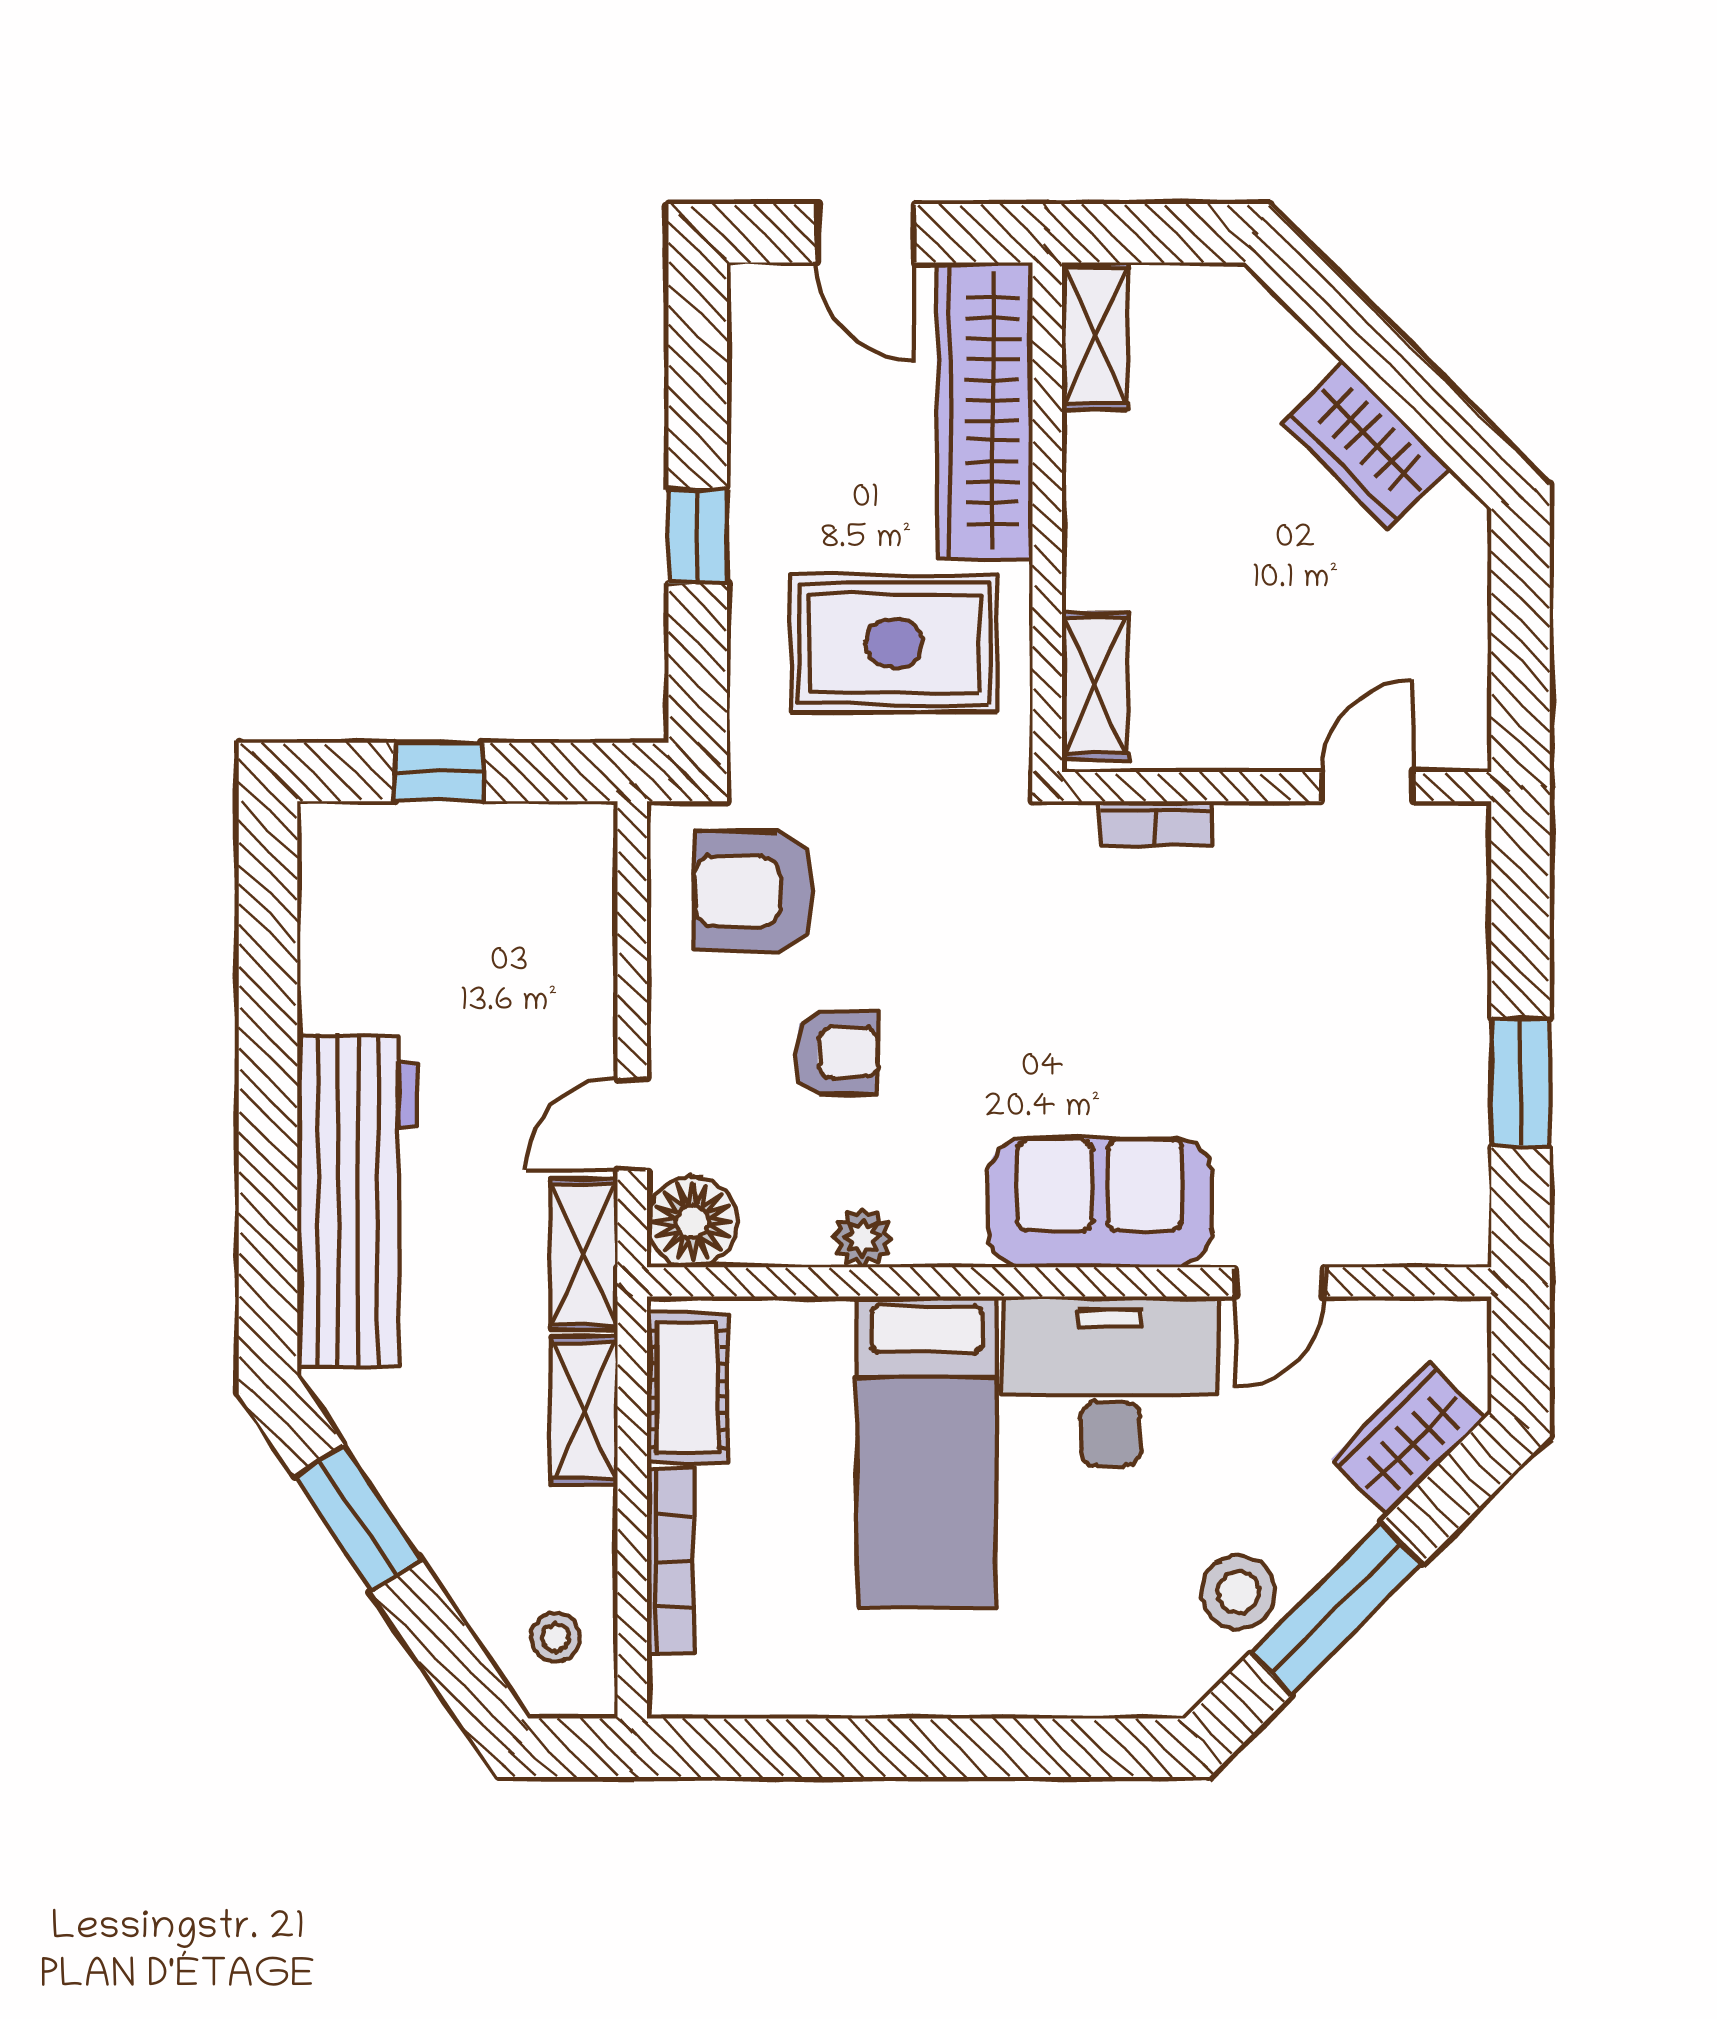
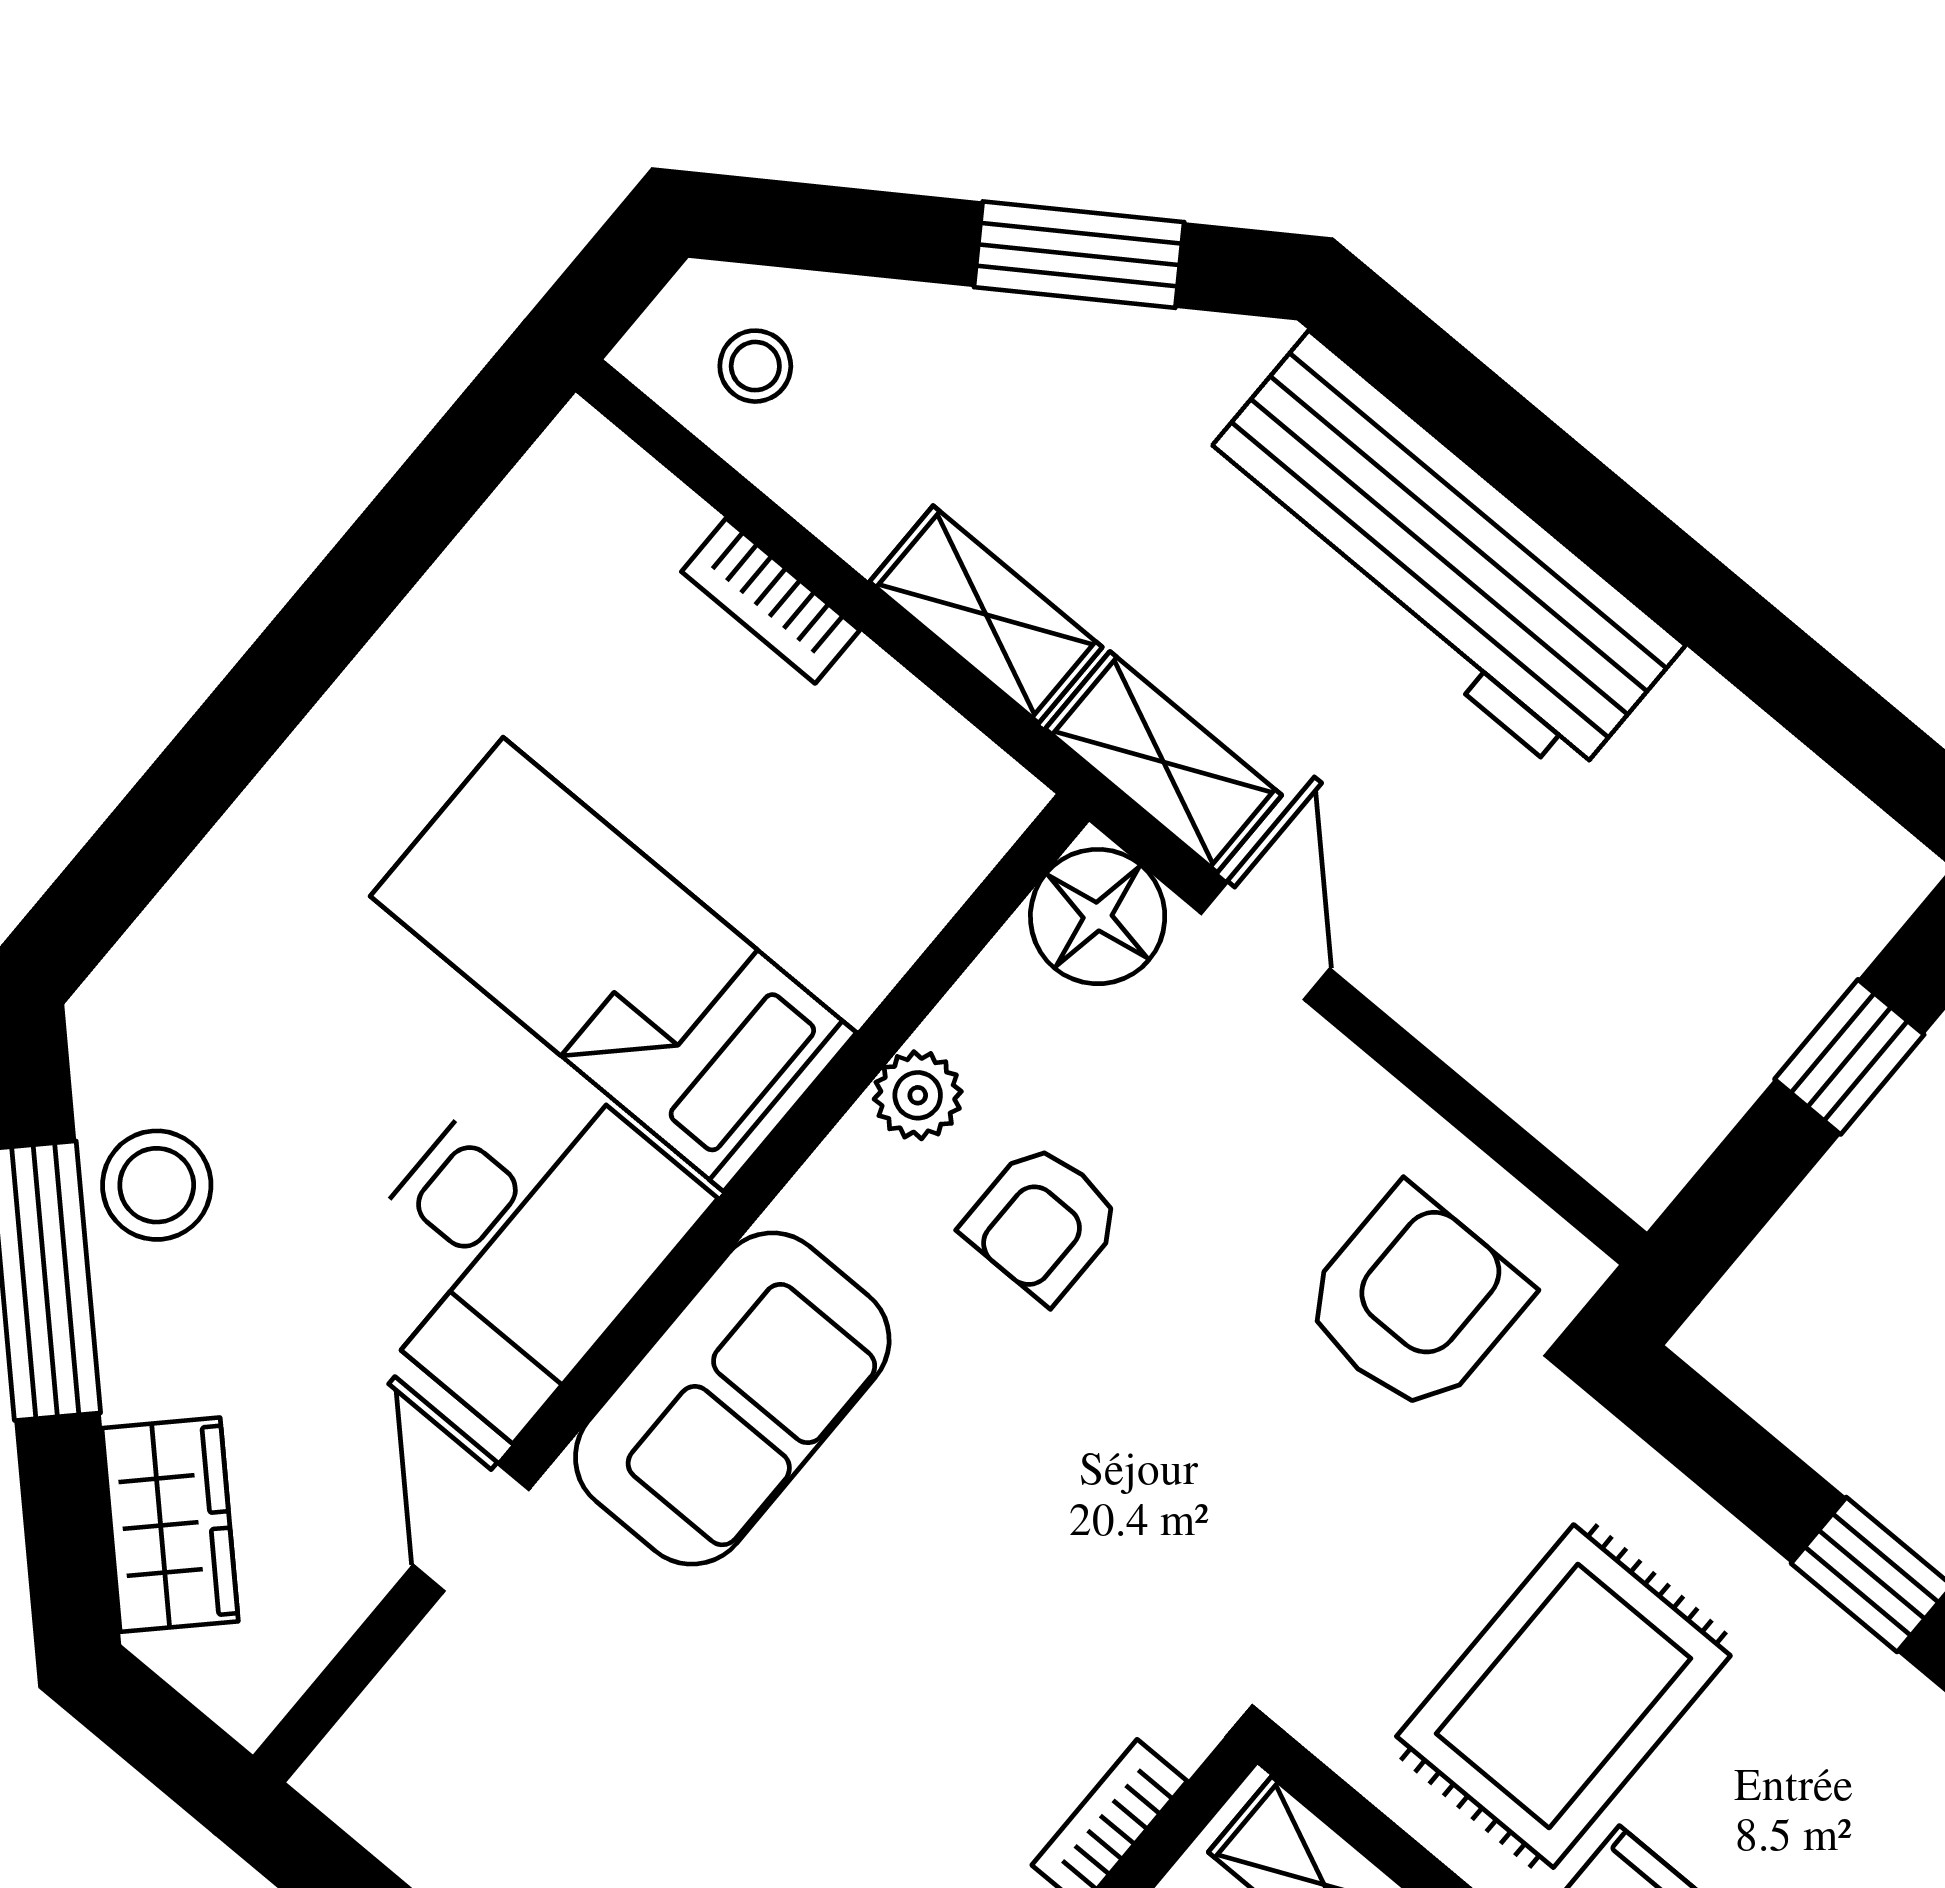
armchair: (836, 1053) -> (1043, 1222), moved
cot: (687, 1388) -> (913, 753), removed
bookcase: (670, 1561) -> (771, 601), width x0.64

